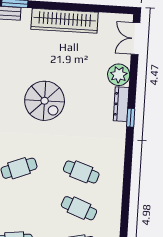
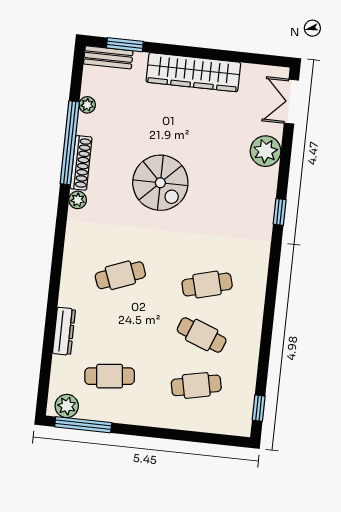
dresser: (121, 104) -> (267, 192), removed
cafe table: (81, 172) -> (207, 285), turned -33

